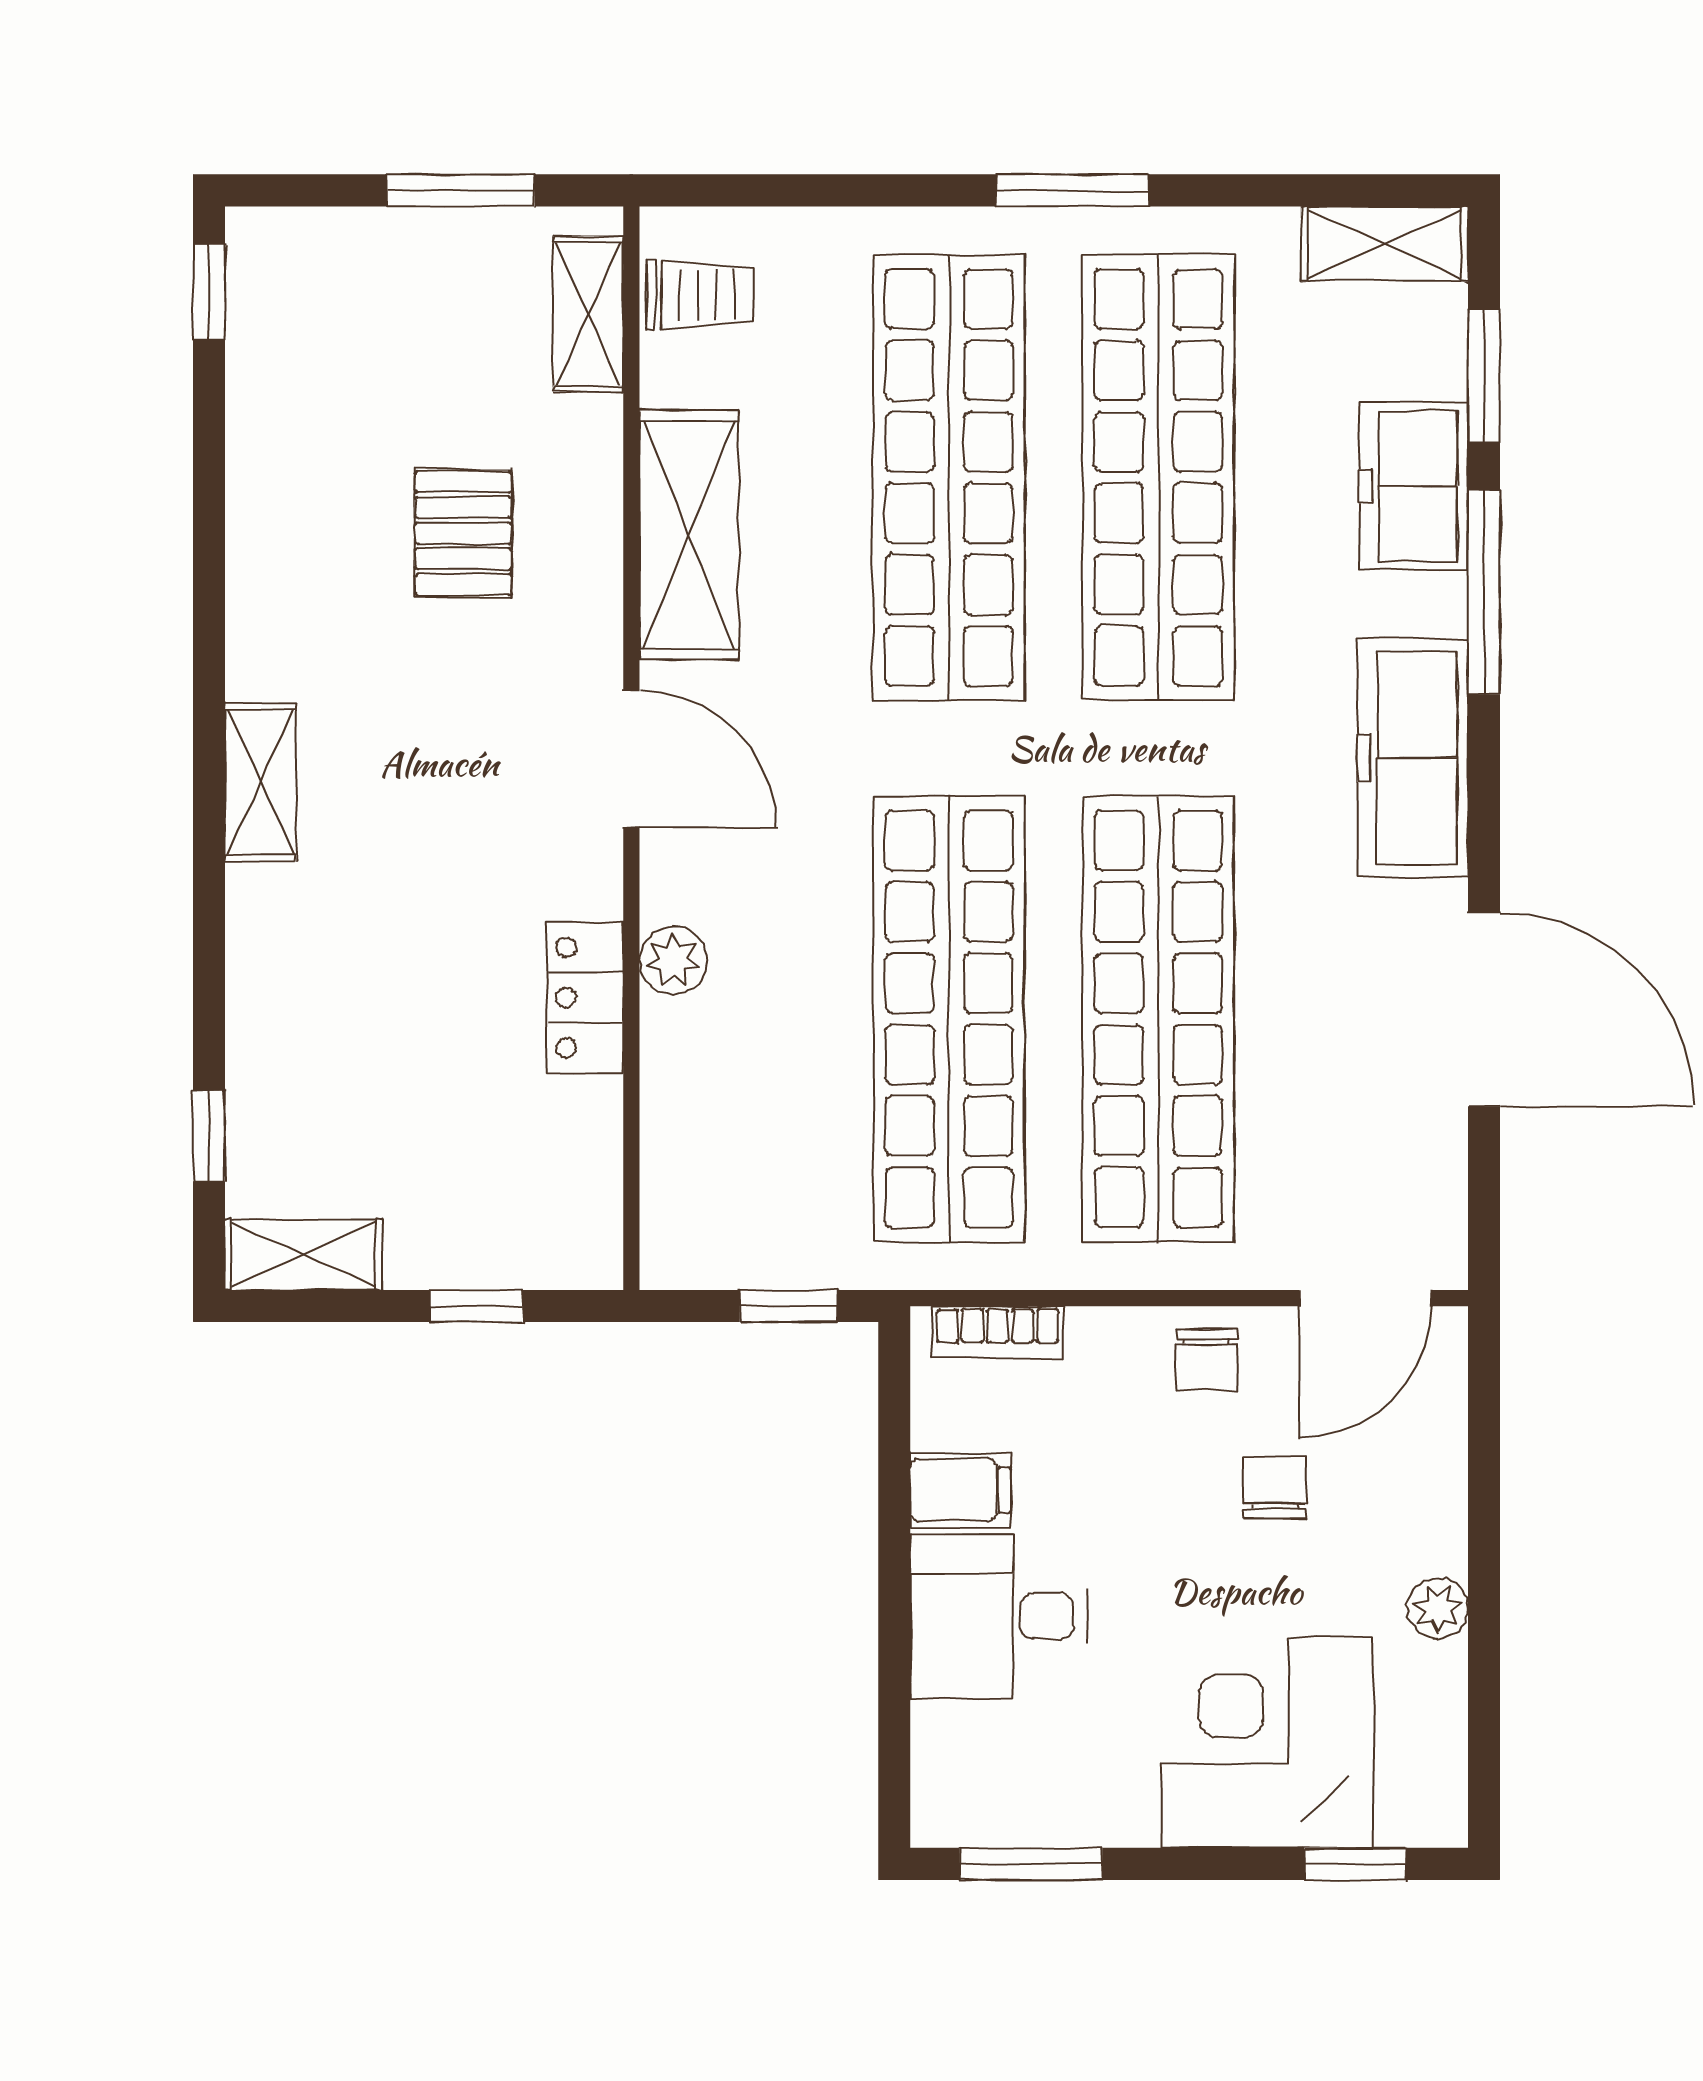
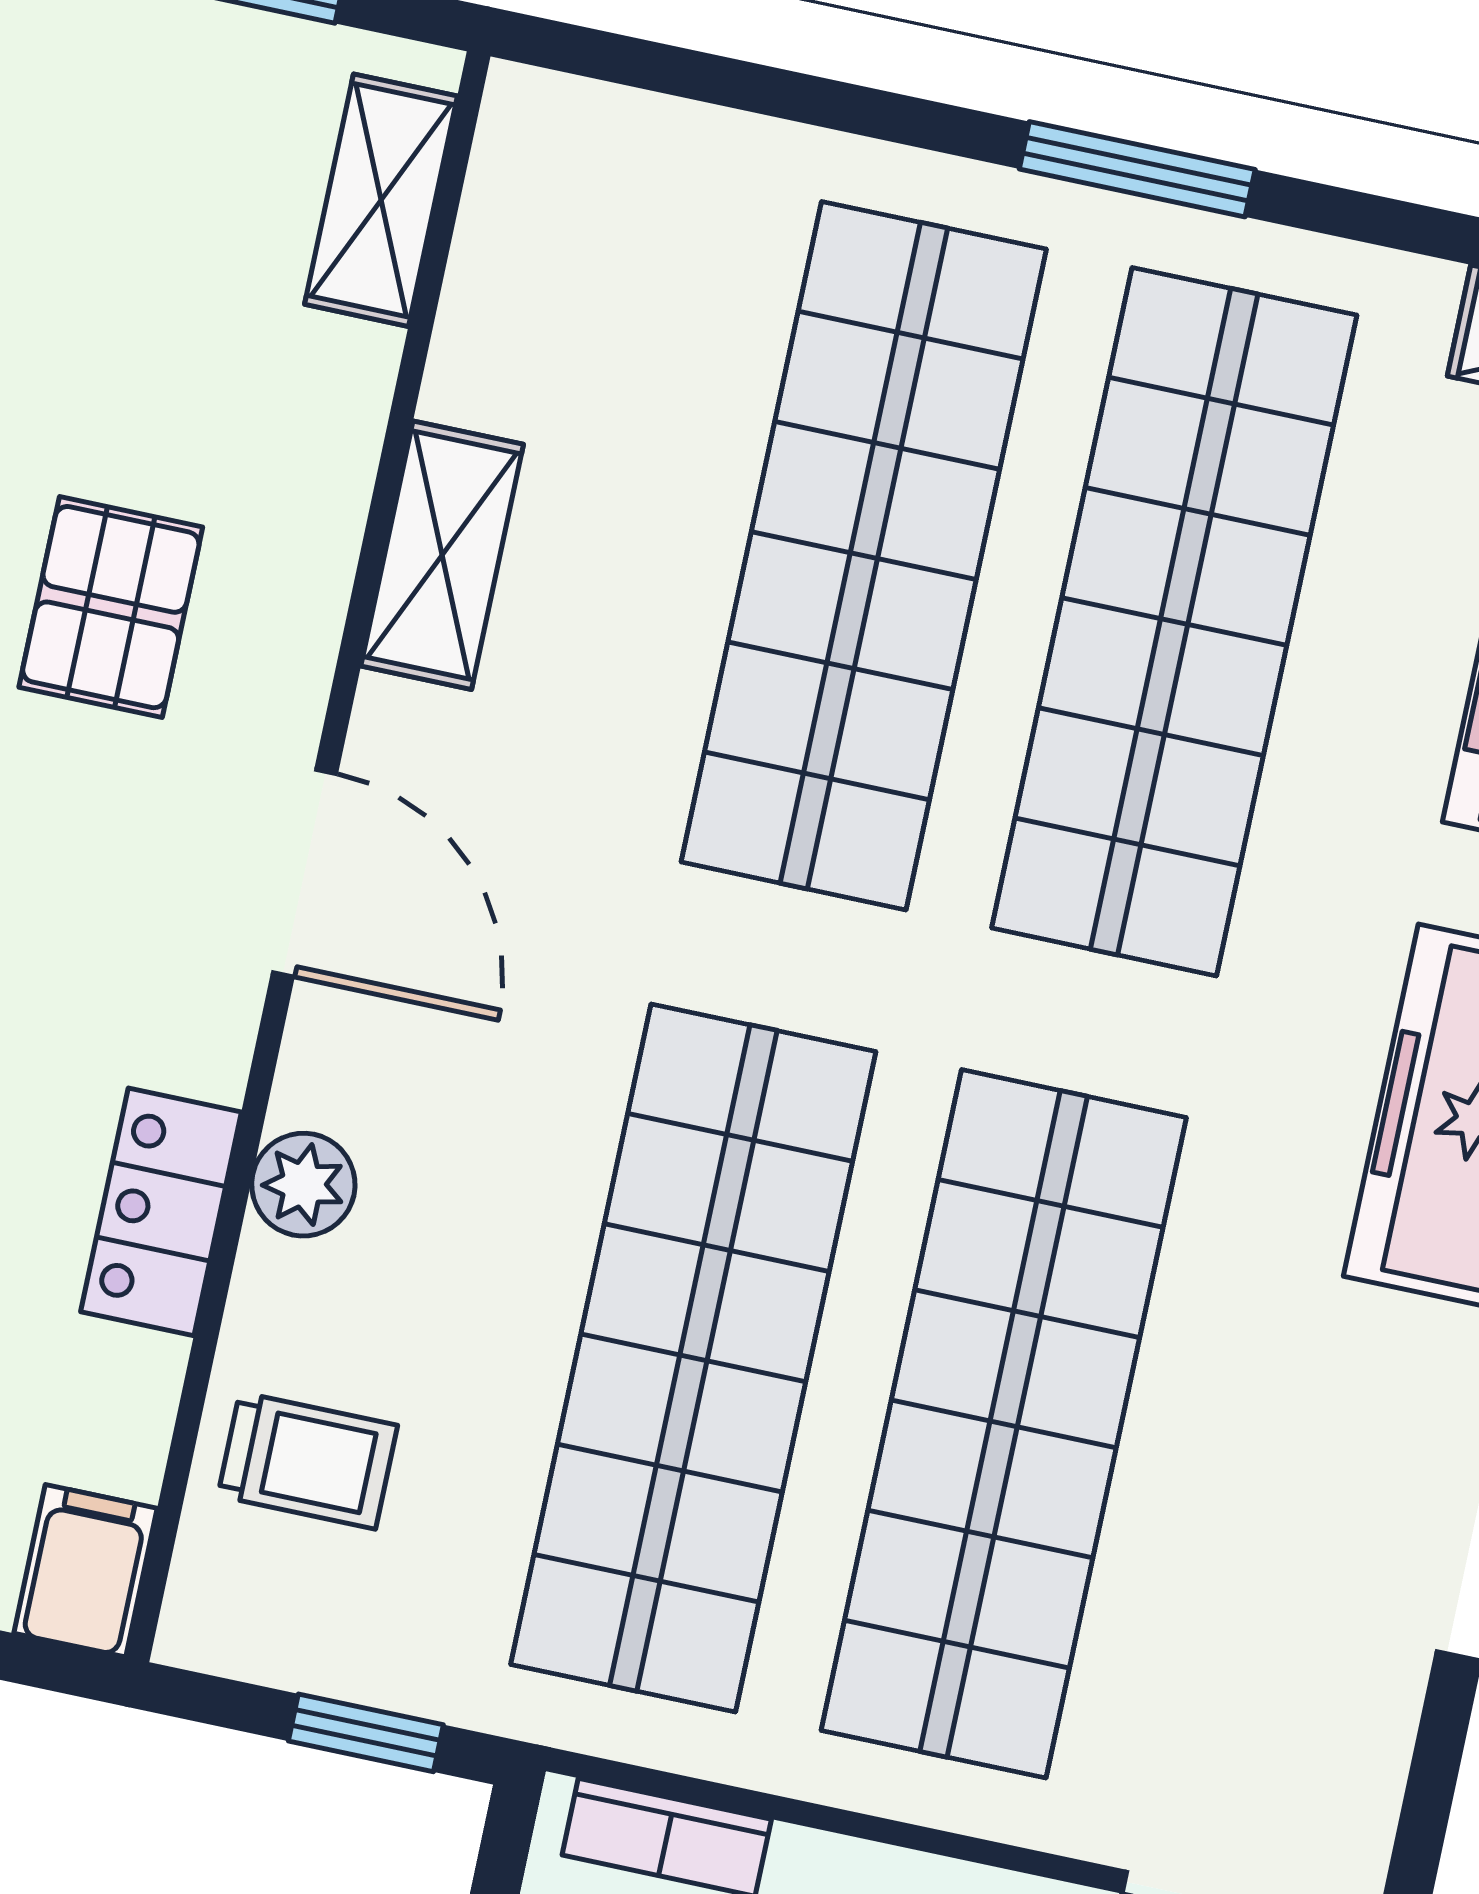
trolley: (700, 295) -> (308, 1461), moved
pallet: (463, 533) -> (111, 607), moved
shelving: (689, 535) -> (442, 555), width x0.67, depth x0.75
filing cabinet: (586, 1240) -> (85, 1571), added

